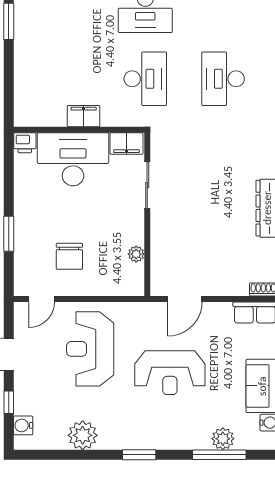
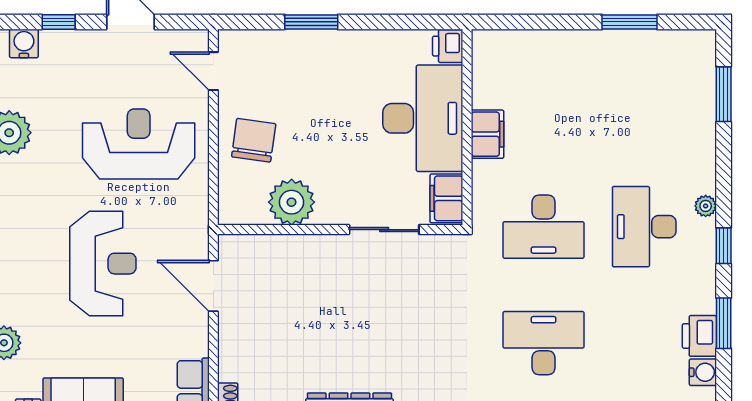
plant: (136, 254) -> (292, 202), width x1.87, depth x1.87
chair: (69, 256) -> (254, 140), moved, turned 98
reception desk: (170, 373) -> (103, 264), turned 180

